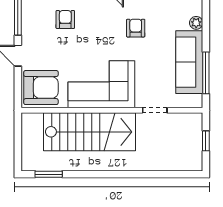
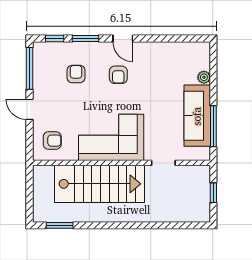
armchair: (136, 28) -> (118, 75), moved, turned 180
armchair: (41, 88) -> (52, 141), width x0.53, depth x0.53

